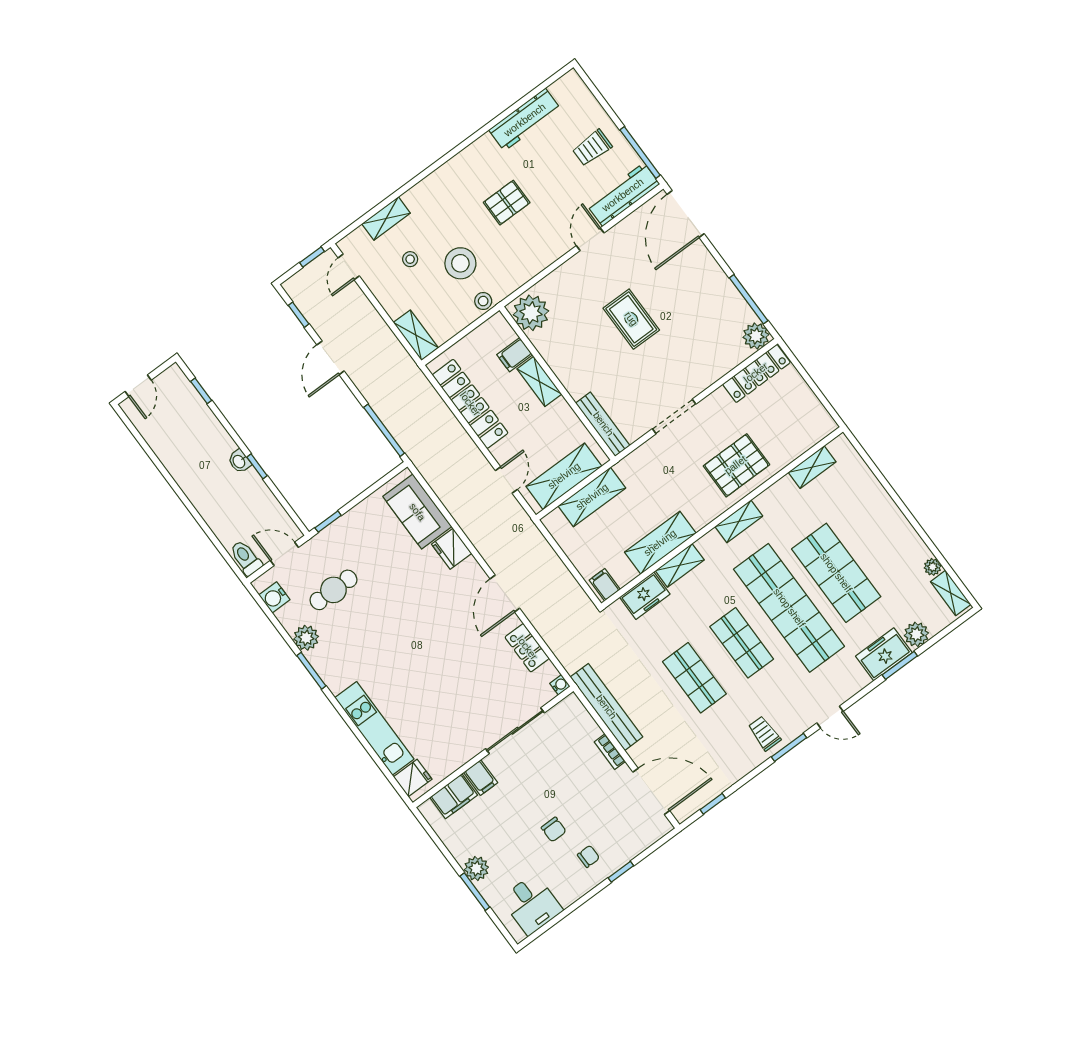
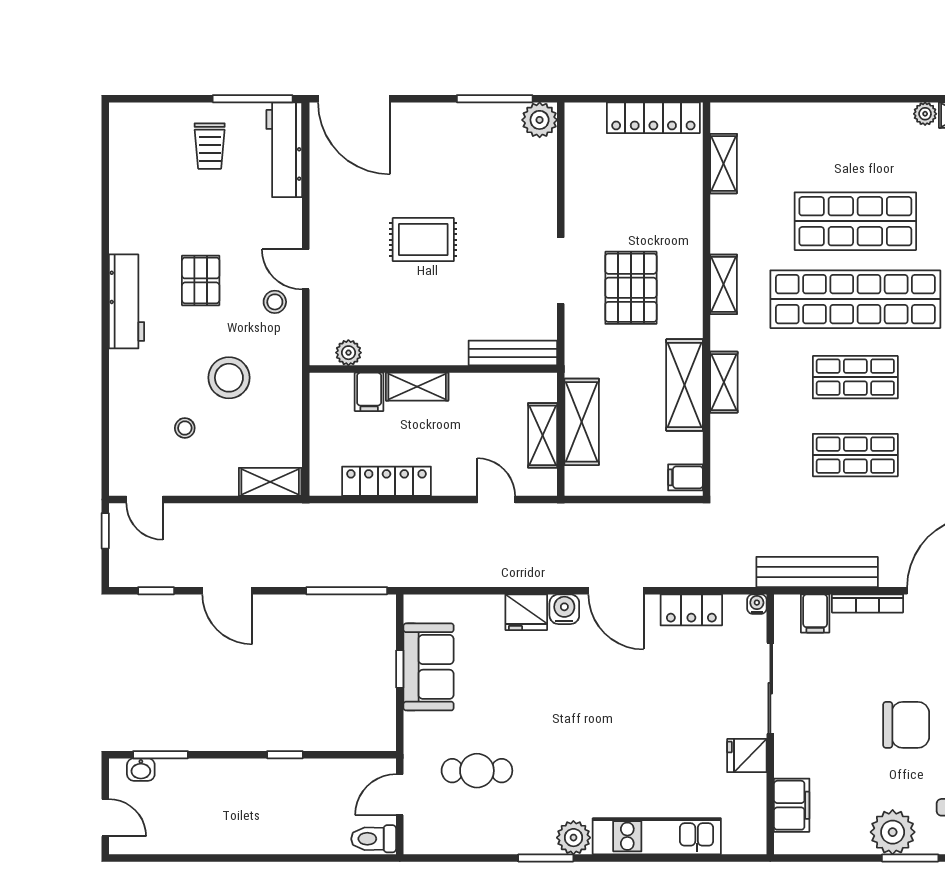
workbench: (525, 120) -> (127, 301), moved
shelving: (386, 218) -> (122, 422), removed
door: (590, 239) -> (306, 269), moved
stool: (483, 301) -> (275, 302), moved
plant: (531, 313) -> (348, 353), width x0.53, depth x0.53
locker: (756, 373) -> (653, 118), moved, turned 90
window: (201, 391) -> (160, 755), width x1.50
locker: (470, 404) -> (386, 481), width x0.71, depth x0.83
washbasin: (239, 461) -> (141, 770), moved
pallet: (736, 465) -> (631, 288), moved
shelving: (564, 476) -> (543, 435), width x0.67, depth x0.75
sofa: (417, 512) -> (429, 667), moved, turned -90
window: (328, 522) -> (400, 669), moved
cafe table: (333, 590) -> (477, 771), turned 90
freezer: (645, 596) -> (729, 443), removed
water cooler: (274, 597) -> (564, 609), moved, turned 180
plant: (306, 638) -> (573, 838), moved
bookcase: (610, 752) -> (867, 603), width x1.56
fridge: (413, 778) -> (747, 756), moved, turned -90
filing cabinet: (481, 778) -> (815, 613), moved, turned 90
chair: (554, 830) -> (906, 725), width x1.87, depth x1.87
plant: (476, 868) -> (893, 832), width x1.36, depth x1.36

